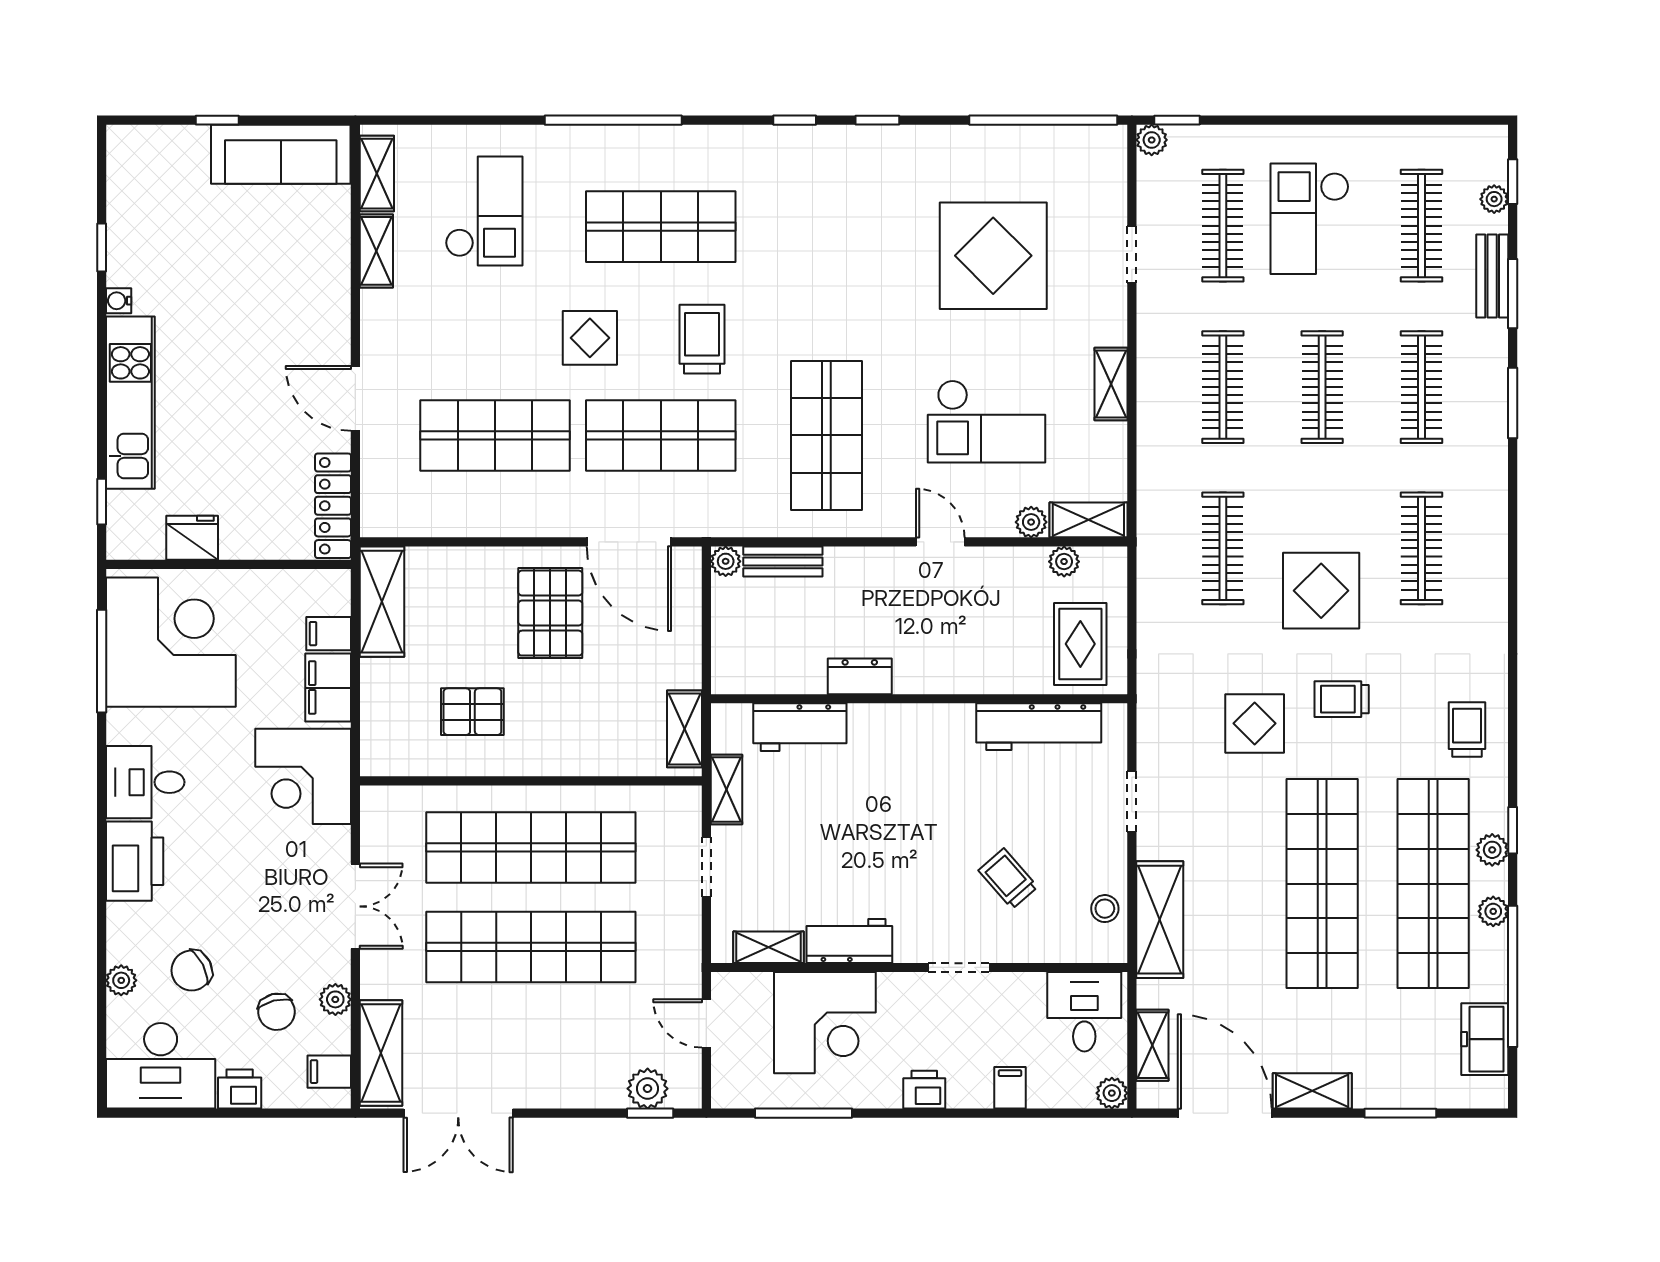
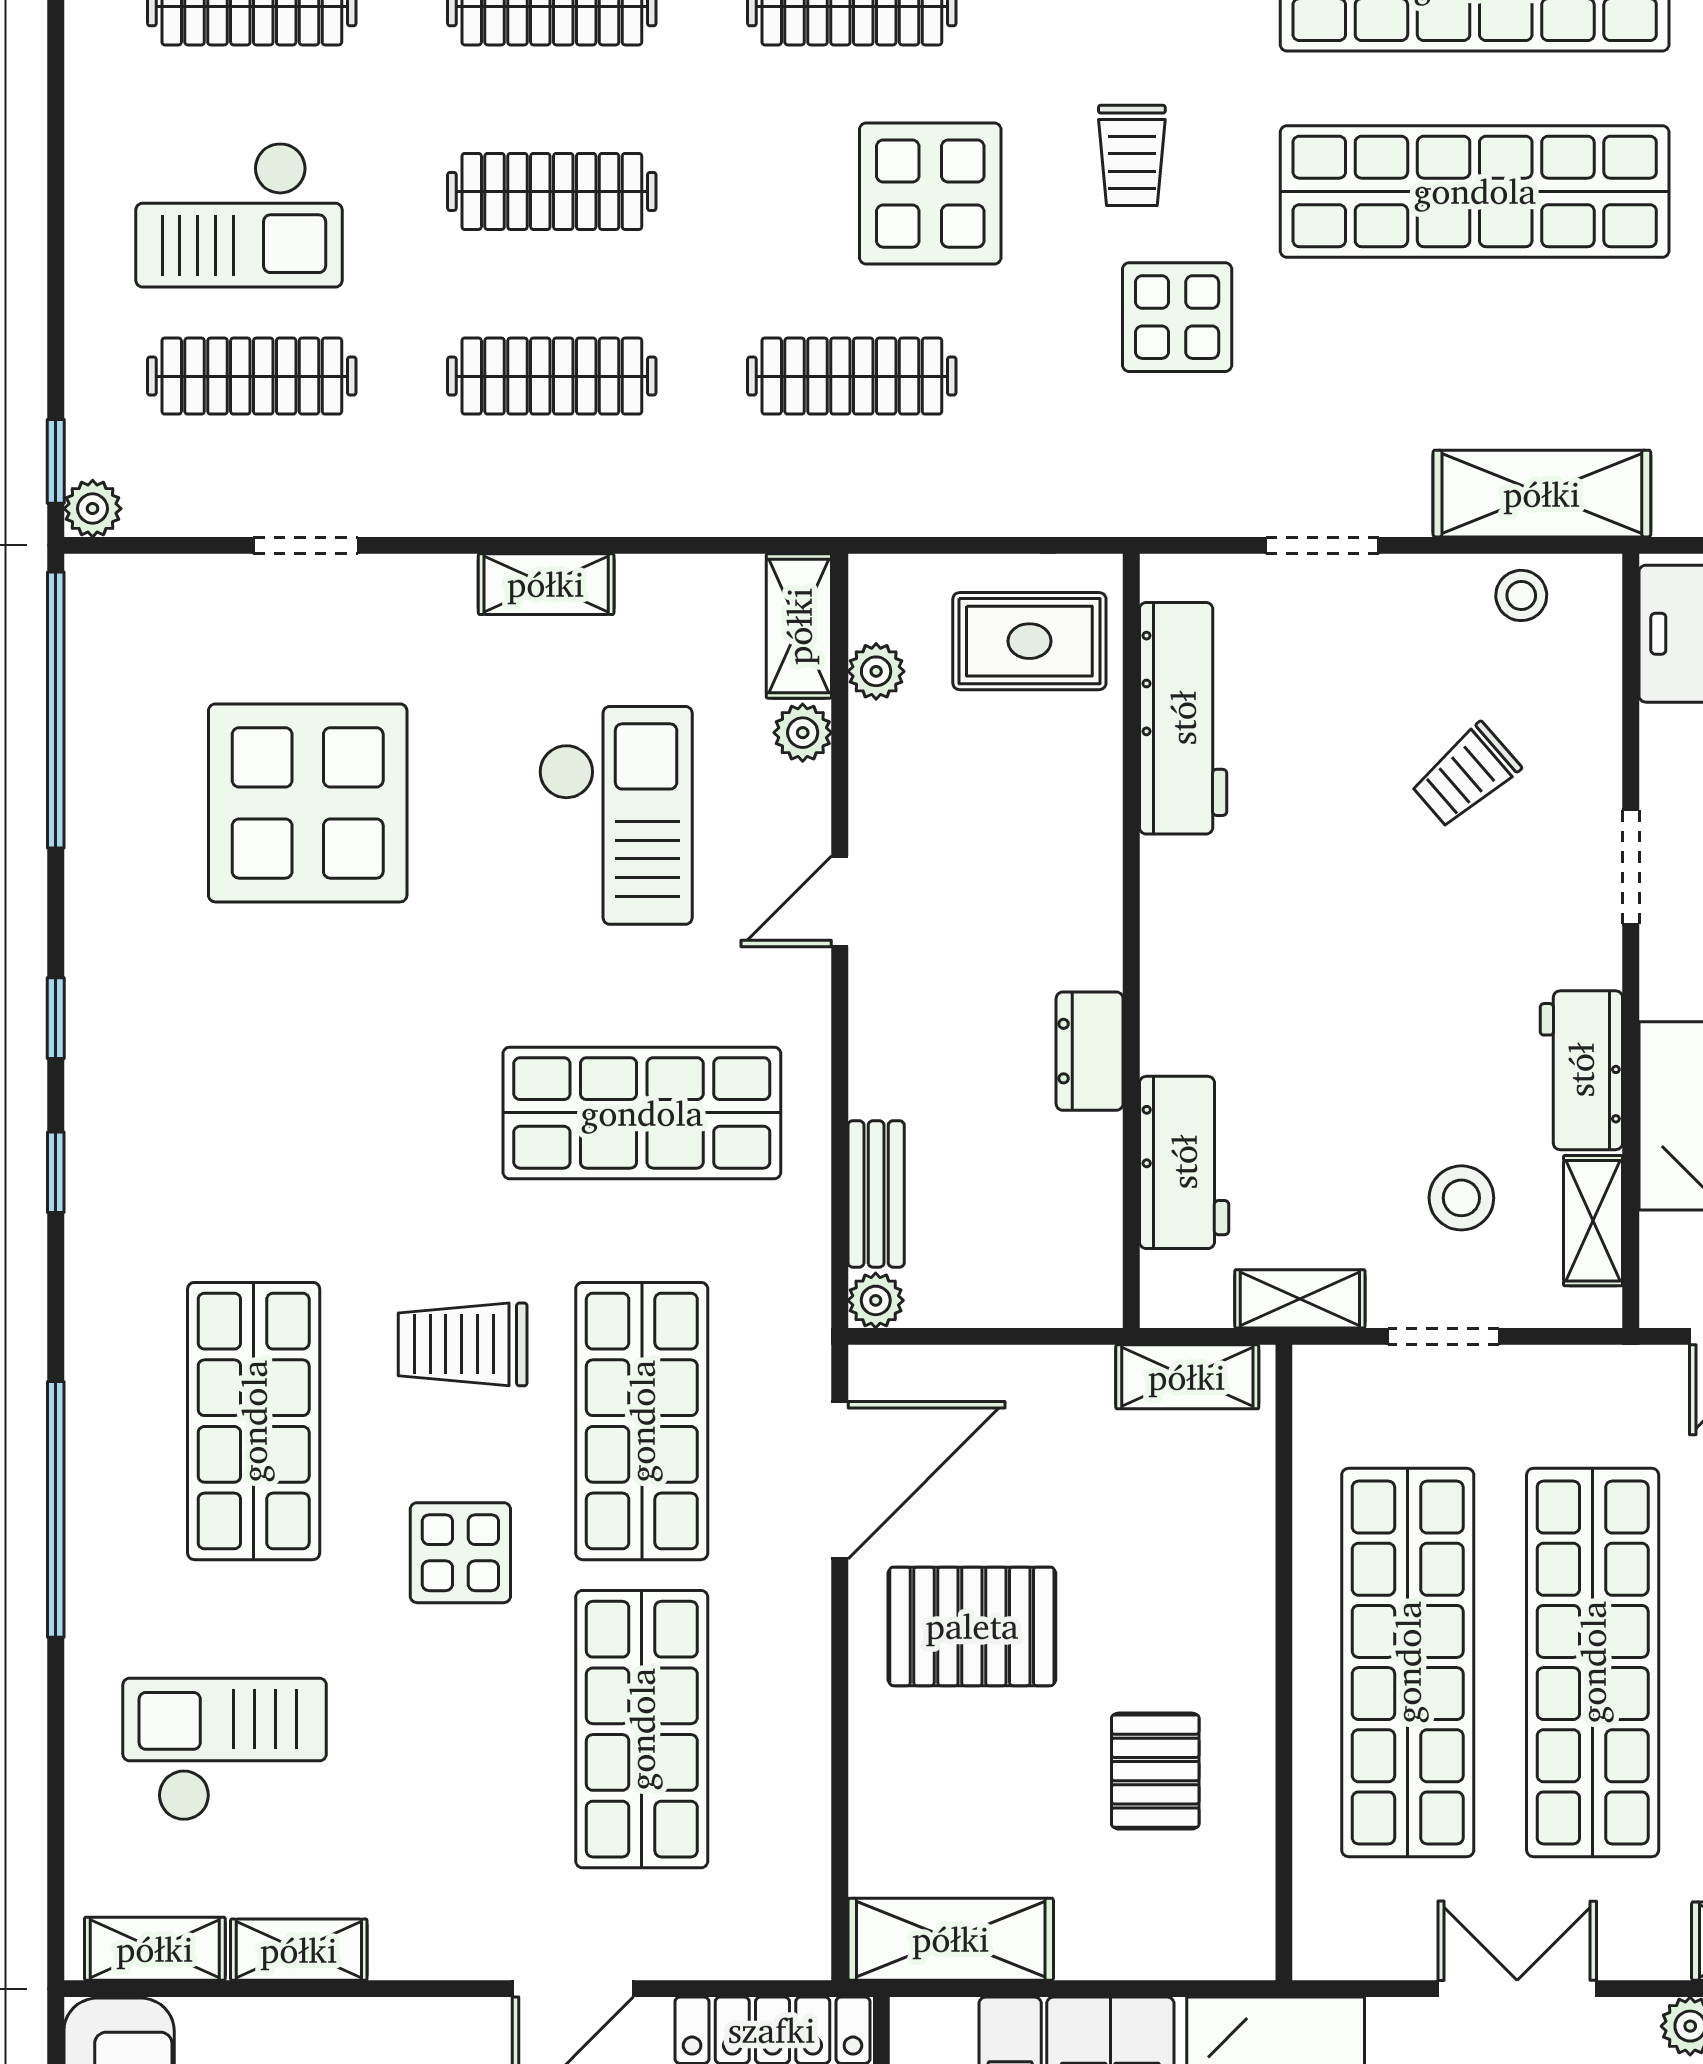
stool: (781, 876) -> (1461, 1198), added

